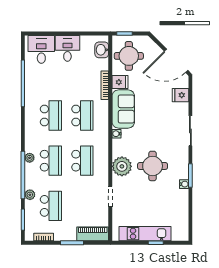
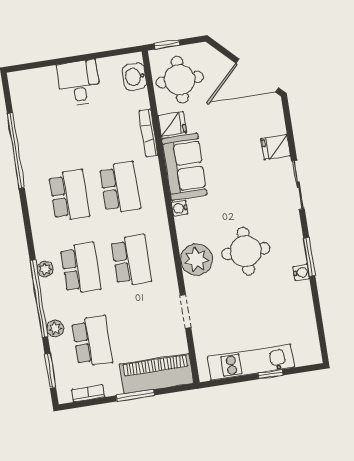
desk: (41, 49) -> (37, 91), removed
fridge: (180, 95) -> (276, 147), moved
piano: (93, 234) -> (157, 374), width x1.37, depth x1.33

